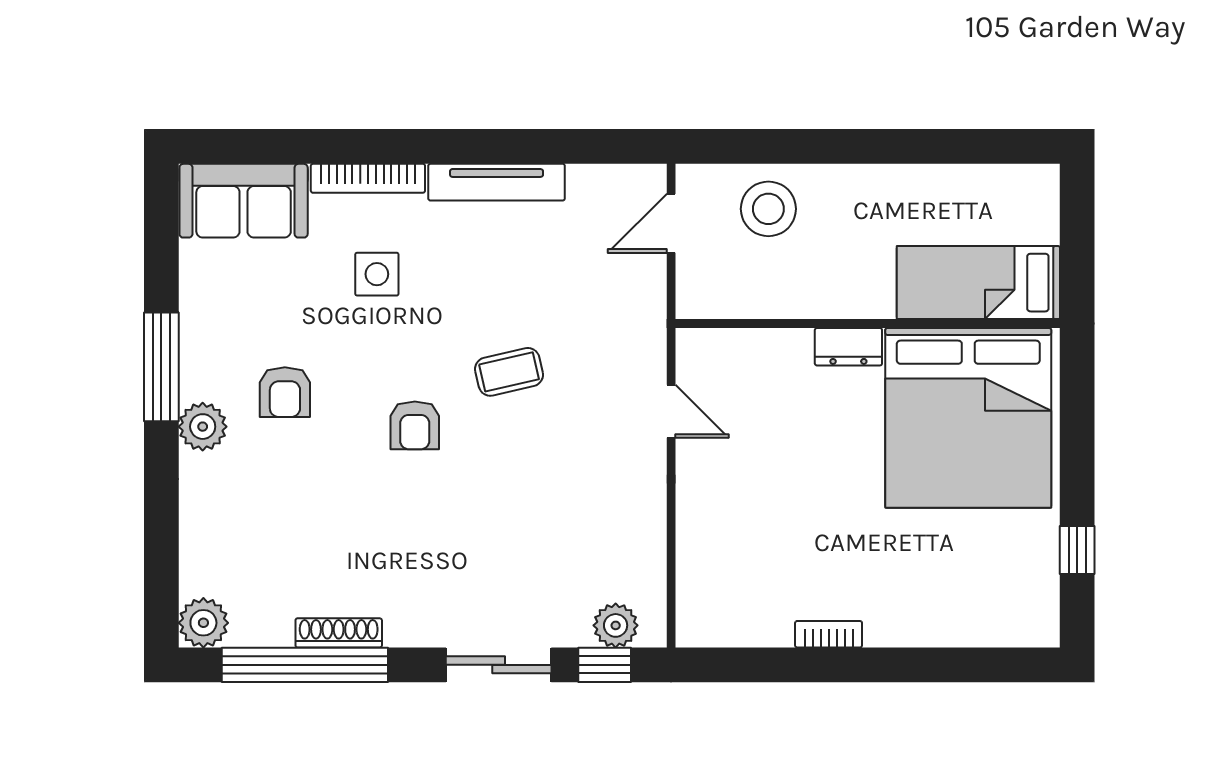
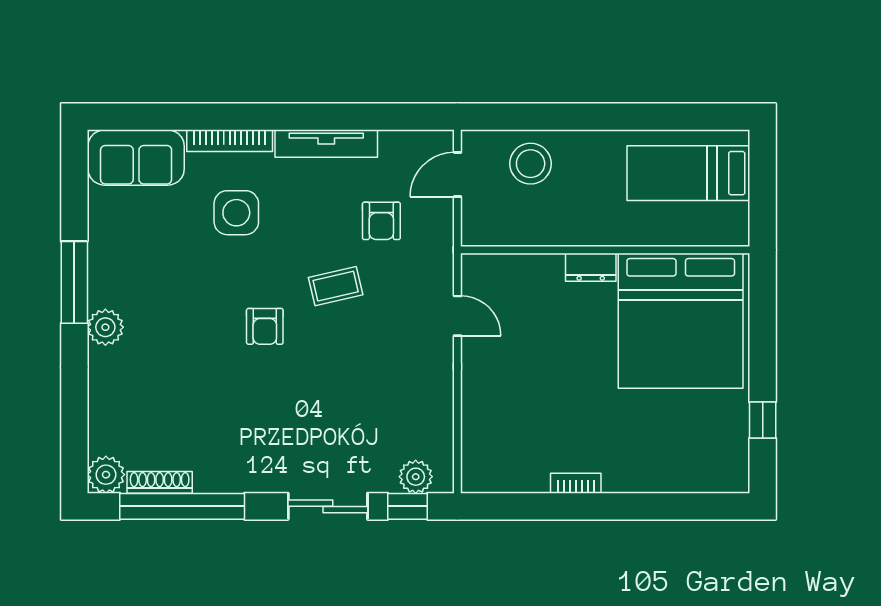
side table: (377, 274) -> (236, 213), width x1.37, depth x1.37
bed: (978, 283) -> (688, 173), moved
armchair: (285, 392) -> (381, 221), moved
shoe rack: (339, 633) -> (160, 482), moved

